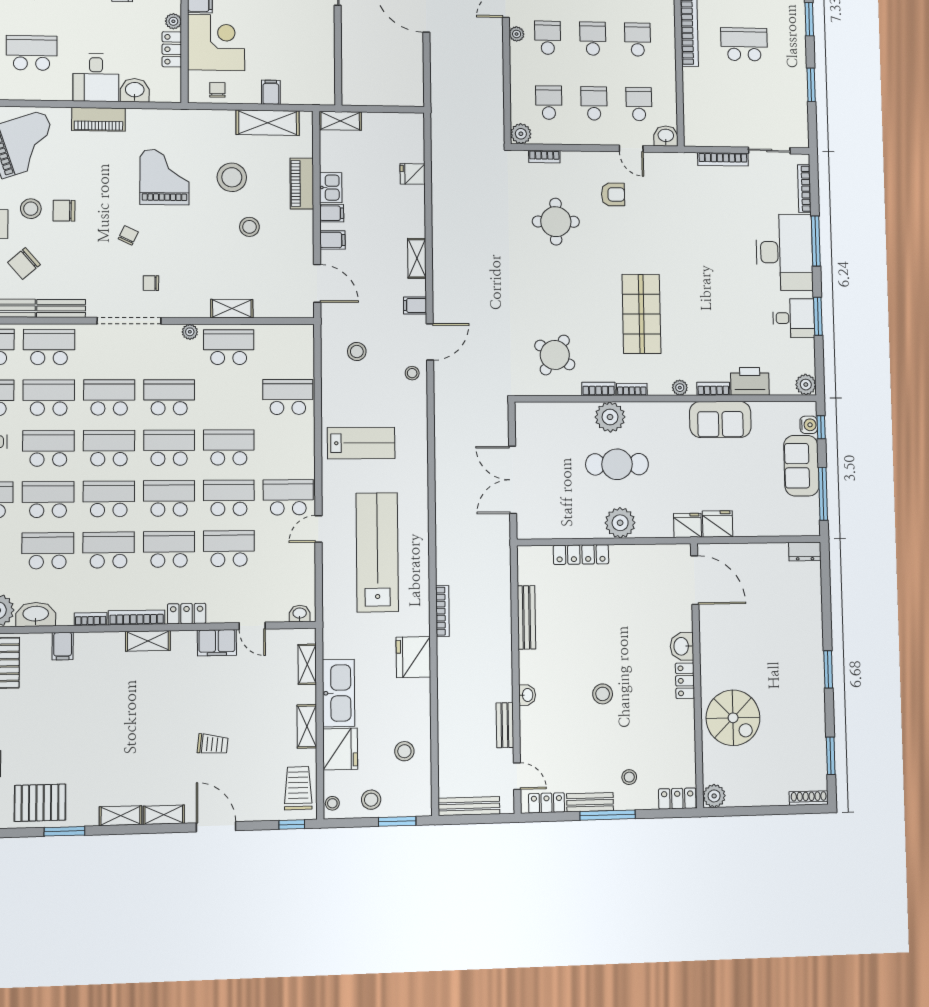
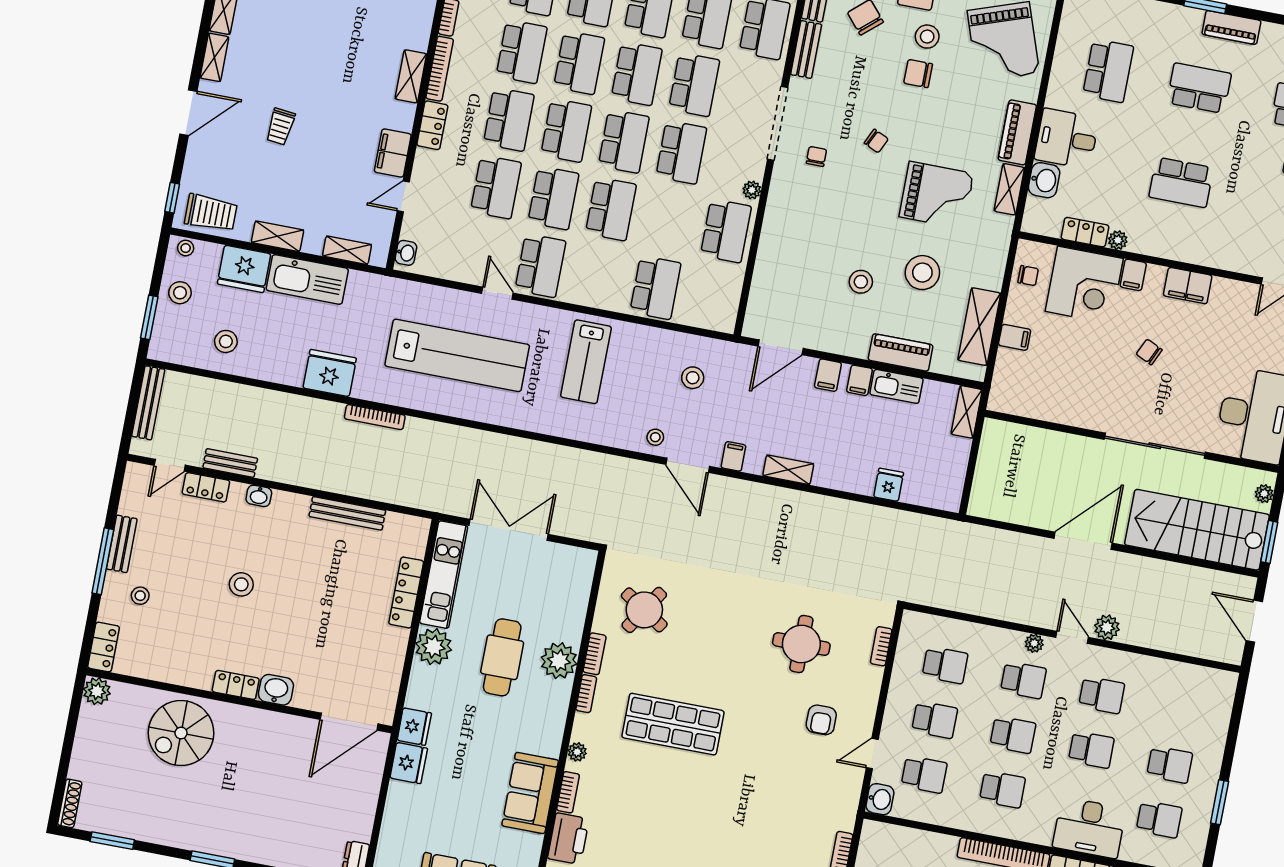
plant: (521, 134) -> (914, 624), removed
kitchen sink: (331, 188) -> (896, 386), width x1.38
chair: (64, 211) -> (918, 74), turned -90
shelving: (232, 309) -> (1009, 189), moved
kitchen unit: (560, 526) -> (444, 575), added
locker: (547, 803) -> (206, 487), moved, turned 90

